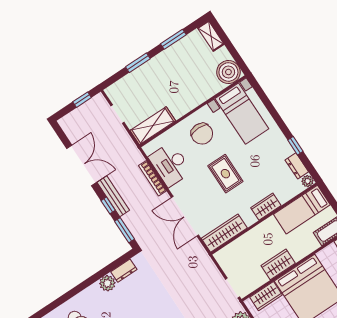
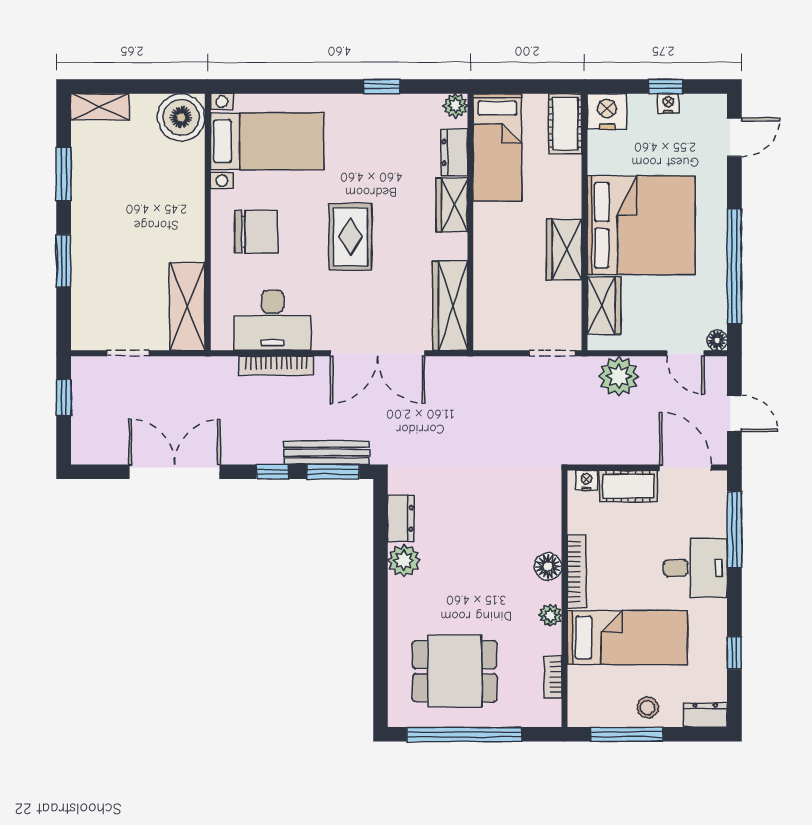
dresser: (297, 166) -> (454, 153), moved, turned 90
rug: (225, 174) -> (350, 237), turned 90
bench: (113, 196) -> (327, 453), moved

